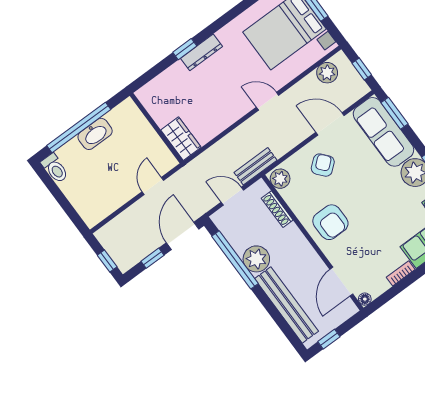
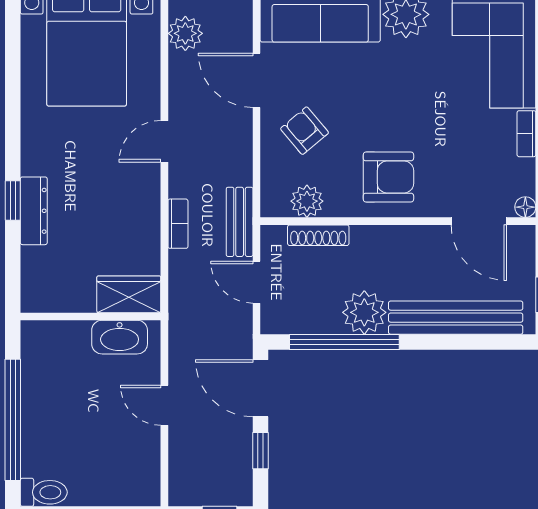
dresser: (201, 52) -> (34, 211), moved
door: (330, 124) -> (257, 80), hinge flipped
washbasin: (95, 134) -> (120, 337), moved, turned 90
bookcase: (233, 137) -> (178, 224), added
plant: (280, 179) -> (307, 201), moved
door: (153, 186) -> (164, 405), moved
door: (232, 196) -> (257, 282), hinge flipped

